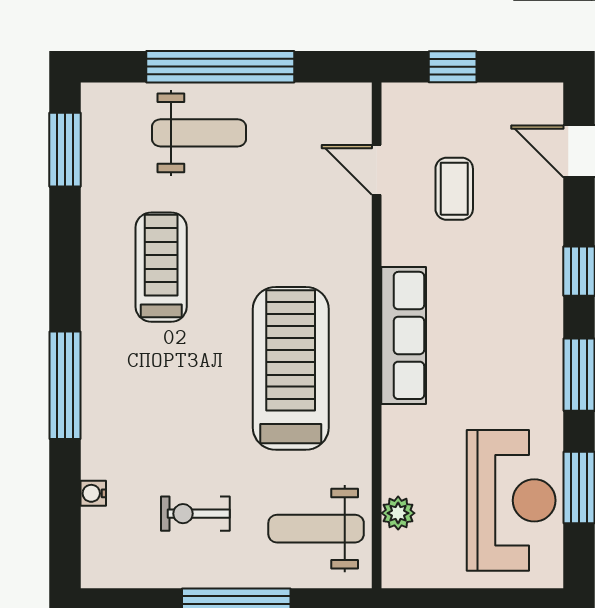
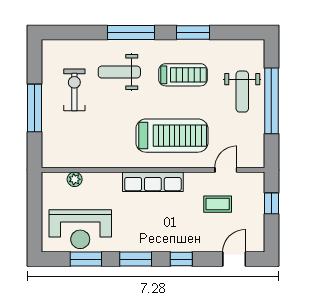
window: (65, 150) -> (193, 32), moved
treadmill: (291, 368) -> (172, 136), moved
water cooler: (93, 493) -> (83, 45), removed
exercise bike: (195, 514) -> (74, 90), width x1.38, depth x1.39
weight bench: (316, 529) -> (119, 72), moved, turned -90

